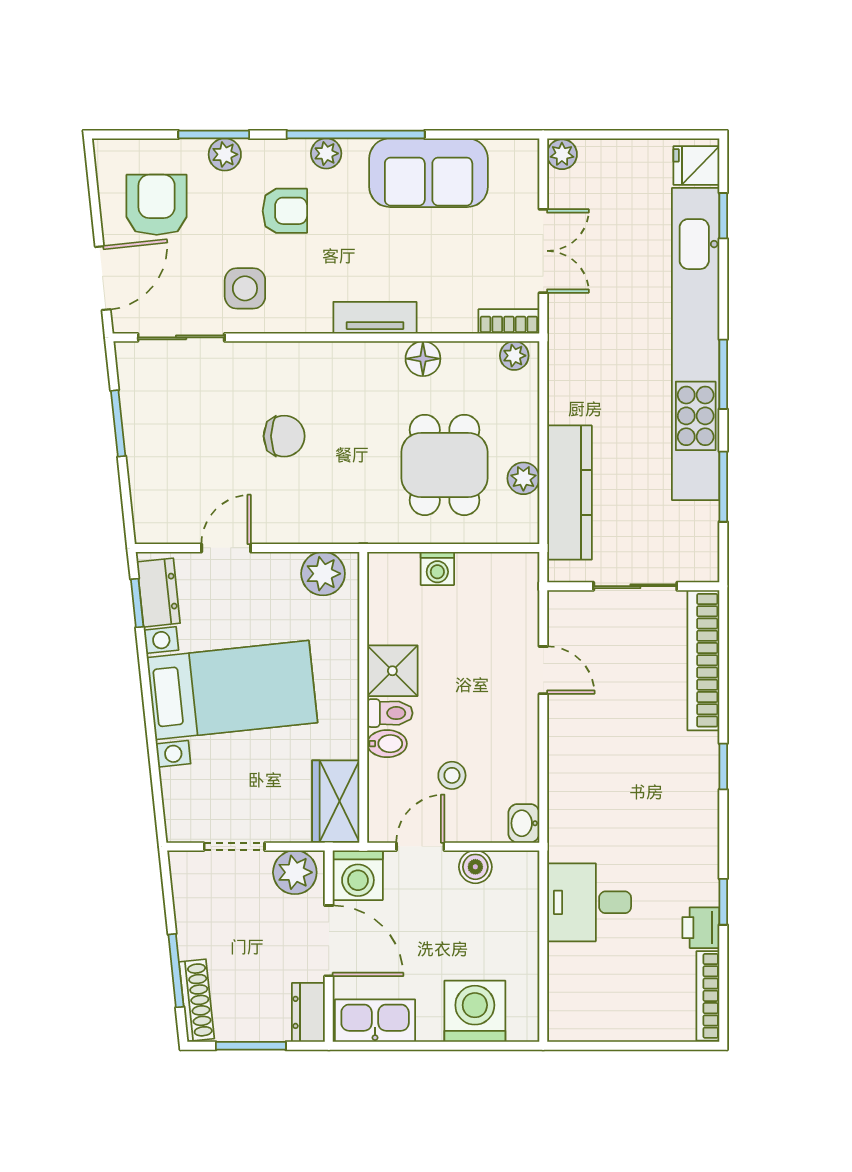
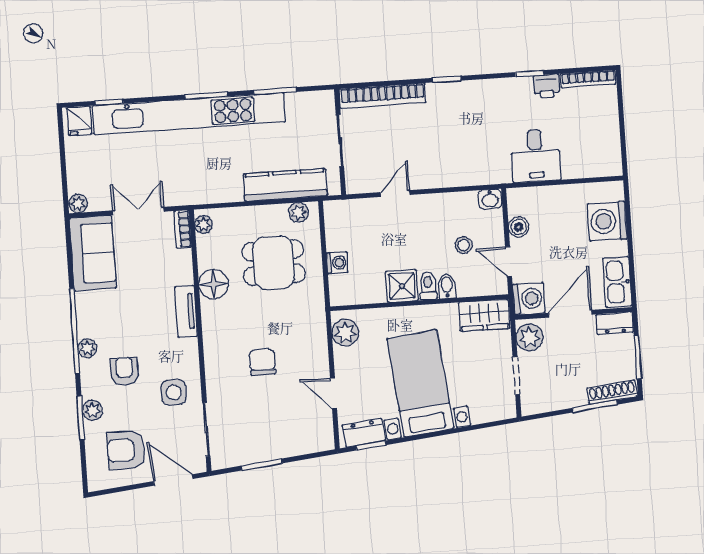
sofa: (429, 173) -> (93, 253), moved
floor lamp: (423, 359) -> (214, 284), width x1.38, depth x1.38
plant: (523, 478) -> (299, 212), moved

